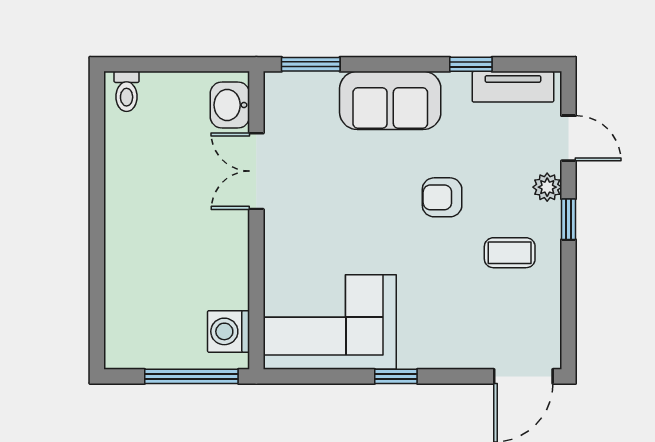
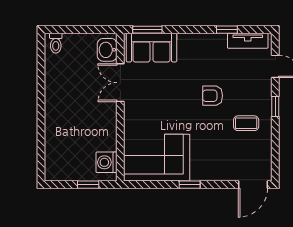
sofa: (390, 100) -> (151, 48), moved
plant: (547, 187) -> (265, 91), removed
window: (191, 376) -> (88, 185), width x0.46

